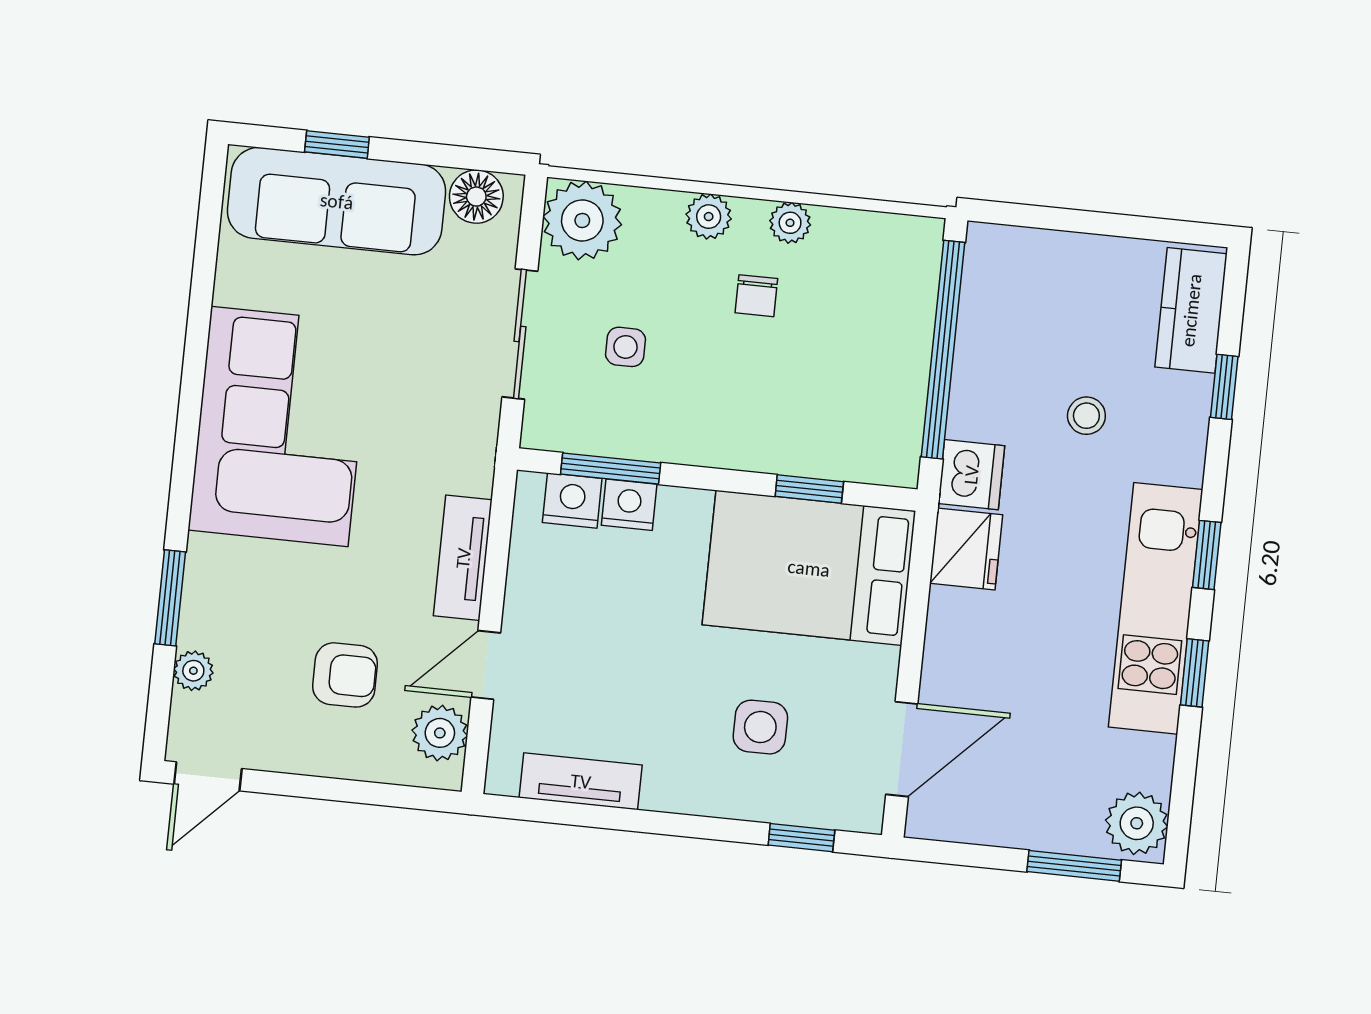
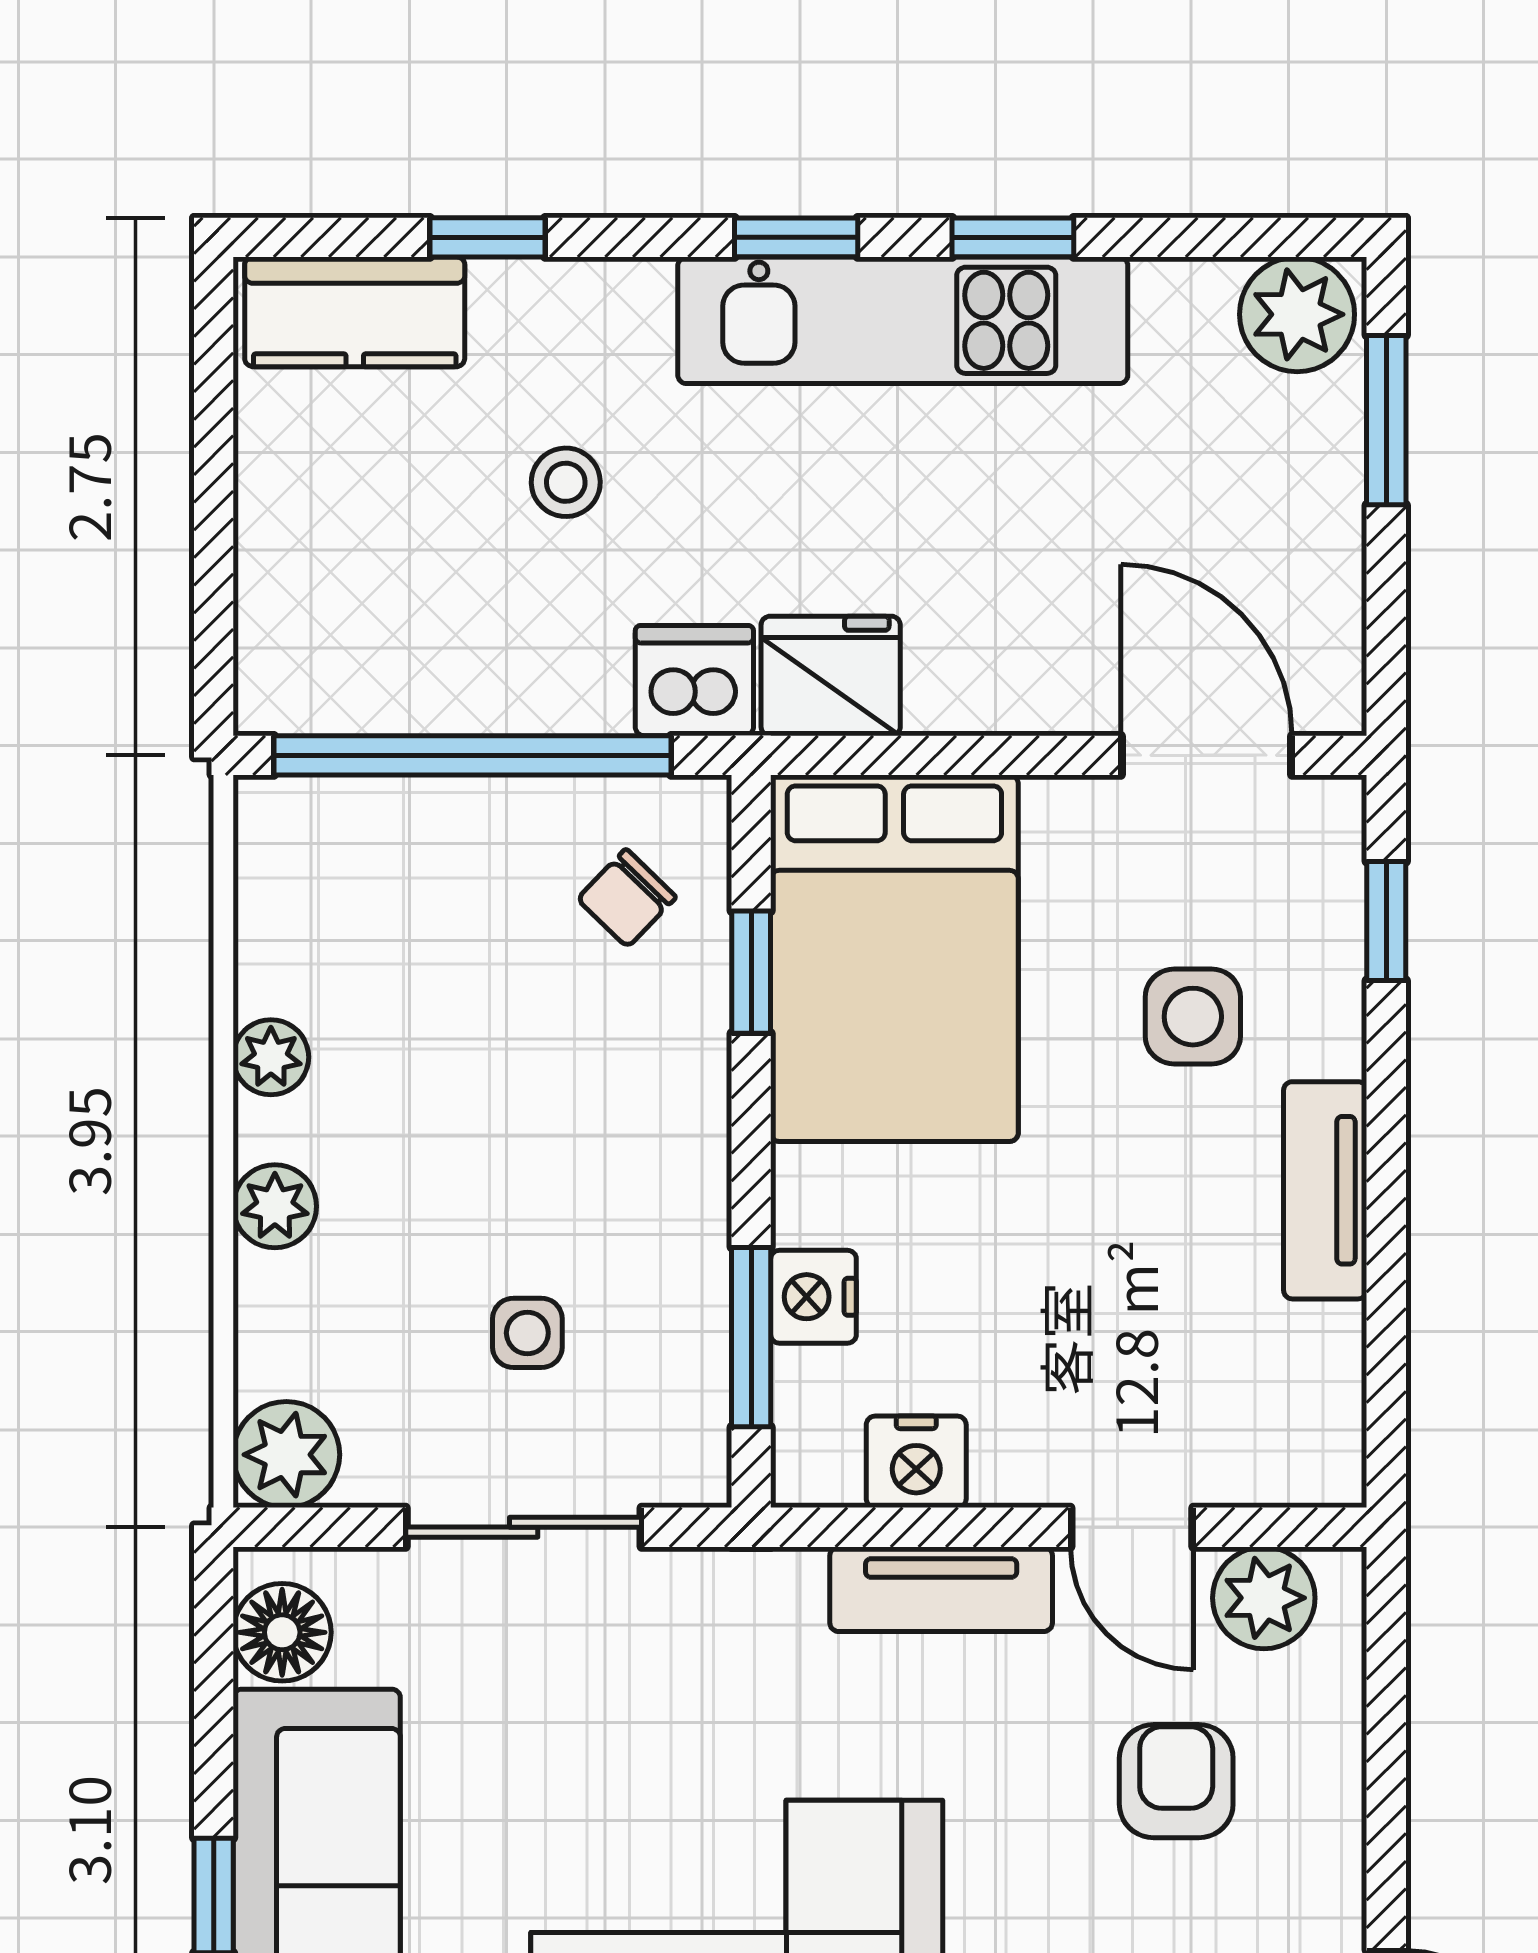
plant: (582, 220) -> (286, 1455), width x0.73, depth x0.73
chair: (756, 296) -> (627, 898), moved, turned 134
nightstand: (572, 501) -> (916, 1462), moved, turned -90
tv unit: (581, 781) -> (1325, 1190), moved

